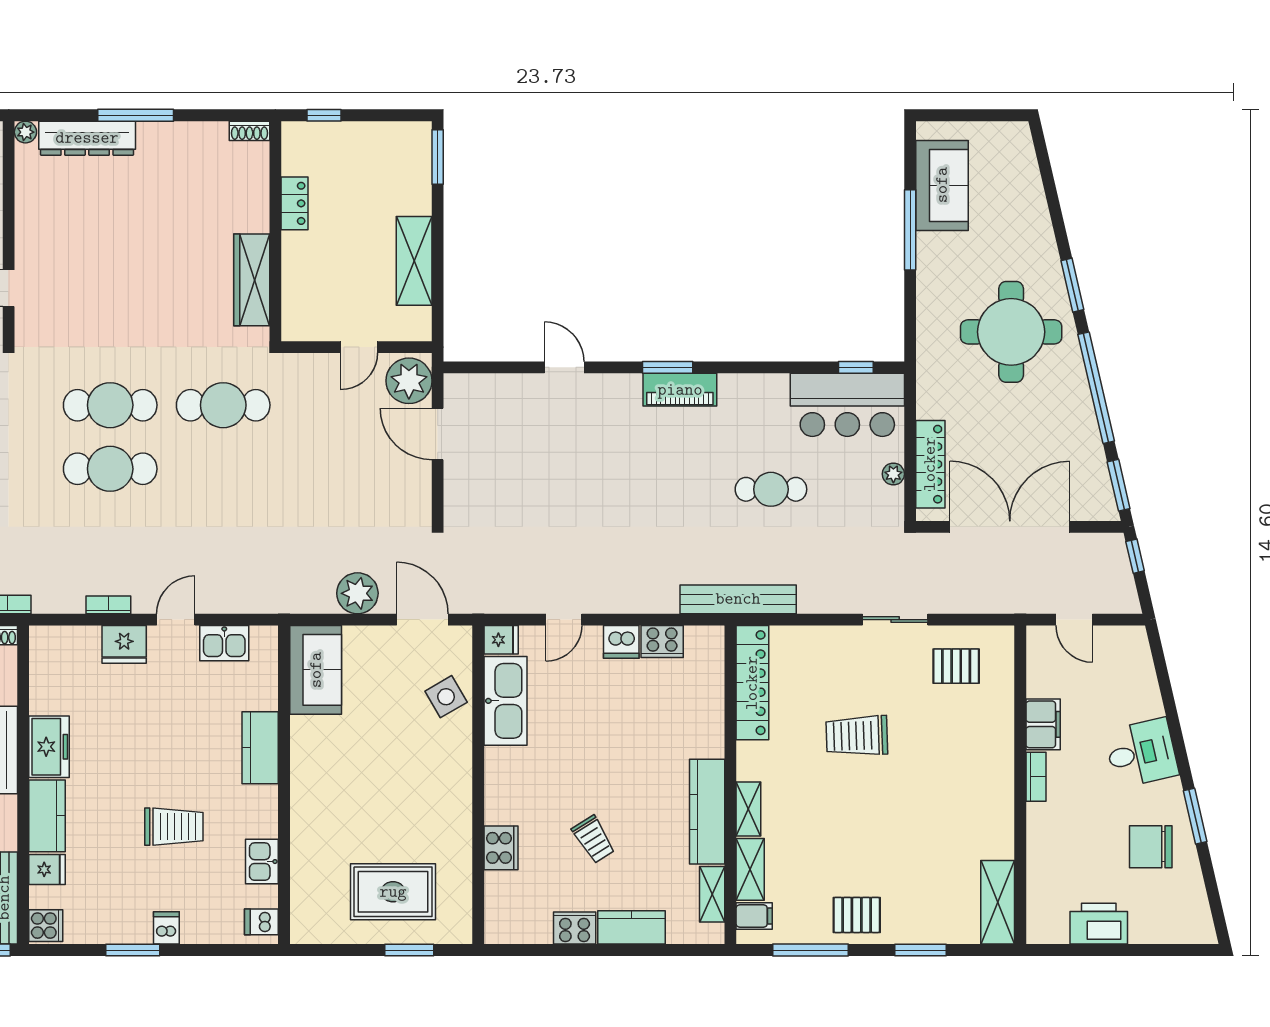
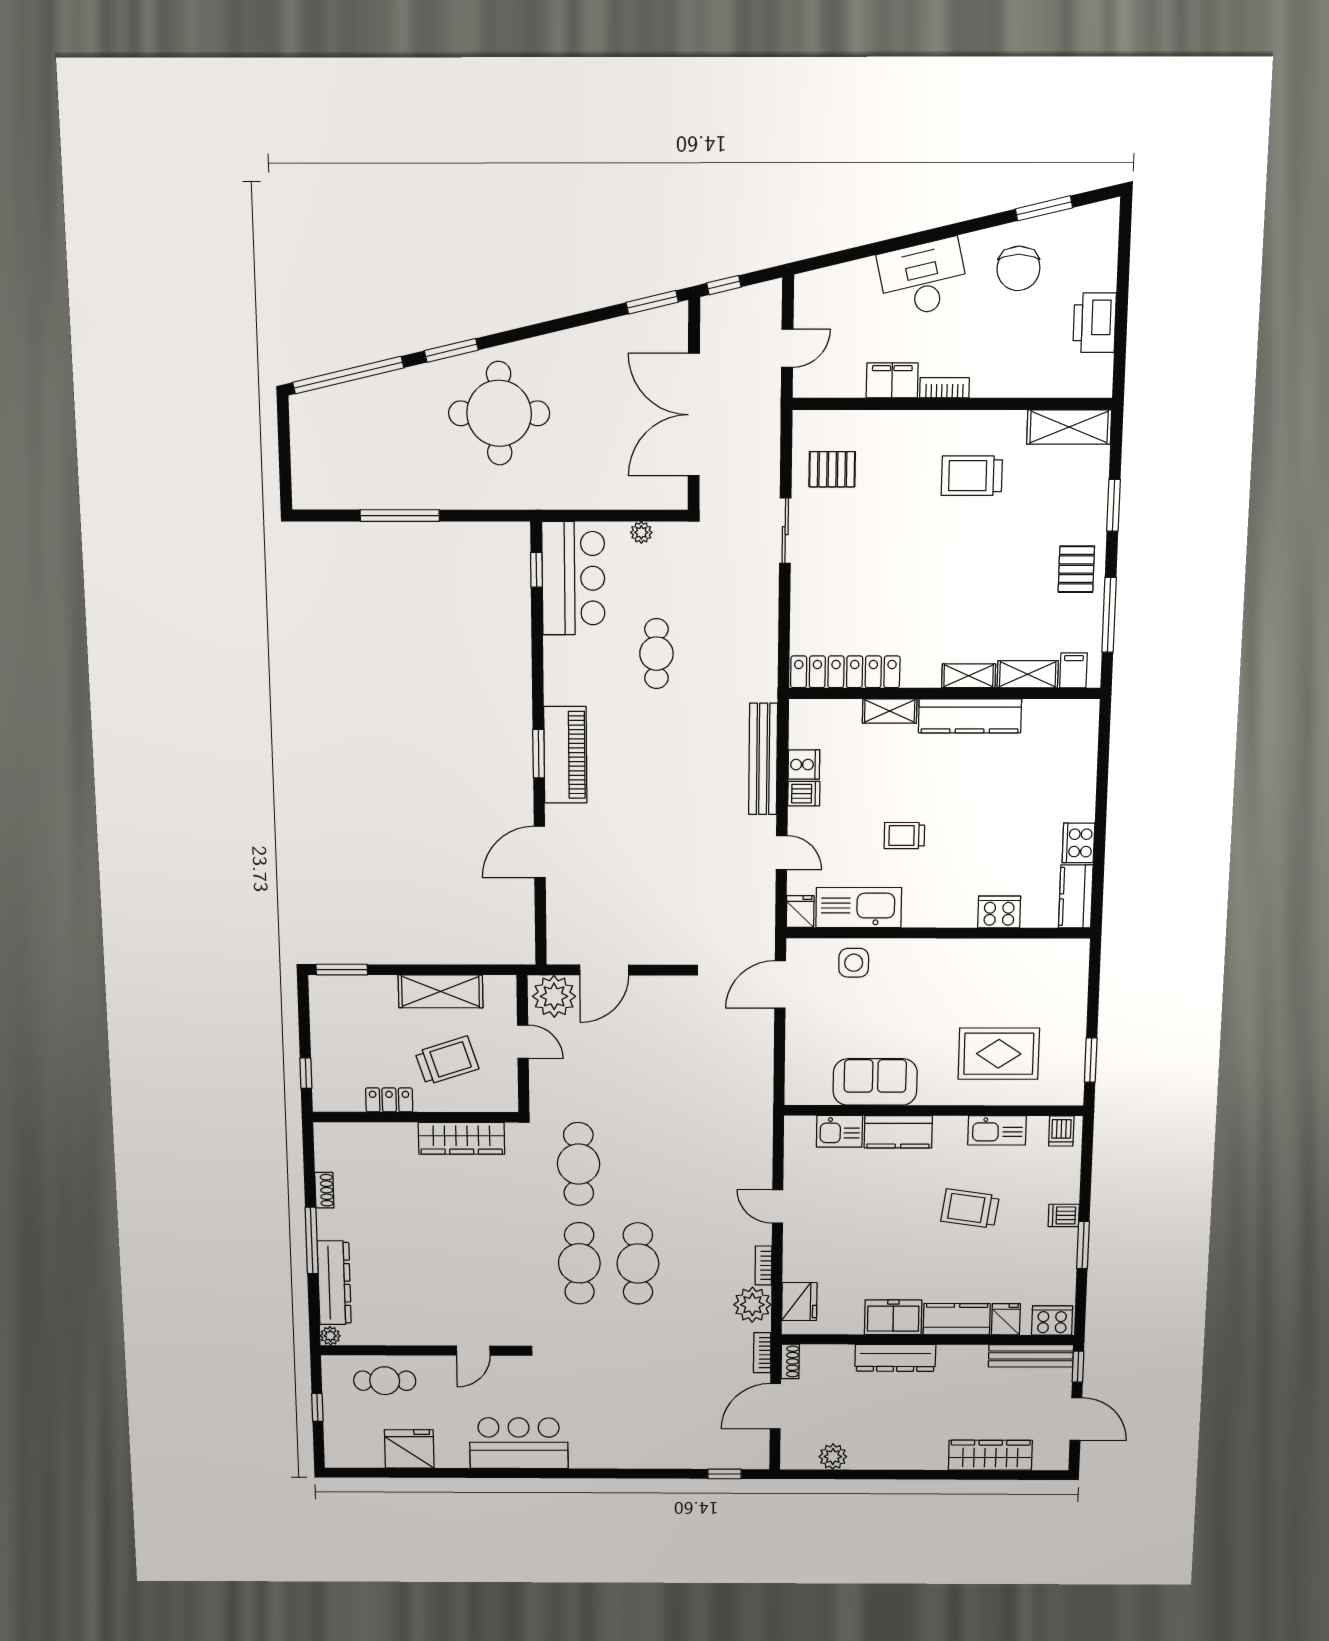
shoe rack: (249, 131) -> (324, 1190), moved
sofa: (942, 185) -> (355, 483), removed
trolley: (338, 266) -> (447, 1061), added
door: (564, 367) -> (540, 852), width x1.38
window: (1096, 388) -> (348, 375), moved
piano: (680, 390) -> (565, 755), width x1.37, depth x1.33
locker: (930, 464) -> (631, 495), removed
plant: (357, 593) -> (752, 1305), moved
bench: (738, 599) -> (763, 759), moved
dishwasher: (621, 642) -> (804, 794), width x0.73
cooker: (662, 642) -> (804, 765), width x0.73
kitchen sink: (224, 643) -> (839, 1131), moved, turned 90
fridge: (124, 644) -> (799, 1302), moved
pallet: (956, 666) -> (832, 469), turned 90
sofa: (316, 670) -> (875, 1082), moved
side table: (446, 697) -> (854, 963), turned 30
trolley: (857, 736) -> (972, 476), moved, turned 92
desk: (1141, 753) -> (923, 278), width x1.37
window: (1195, 816) -> (1044, 208), moved
trolley: (174, 827) -> (970, 1209), turned -82
trolley: (593, 839) -> (904, 836), moved, turned -148
kitchen sink: (262, 862) -> (997, 1130), width x1.38
rug: (393, 892) -> (999, 1054), moved, turned 90
shelving: (712, 894) -> (890, 711), moved
cooker: (46, 926) -> (1052, 1320), width x1.36
kitchen counter: (631, 927) -> (1076, 896), moved
window: (409, 950) -> (1091, 1060), moved

